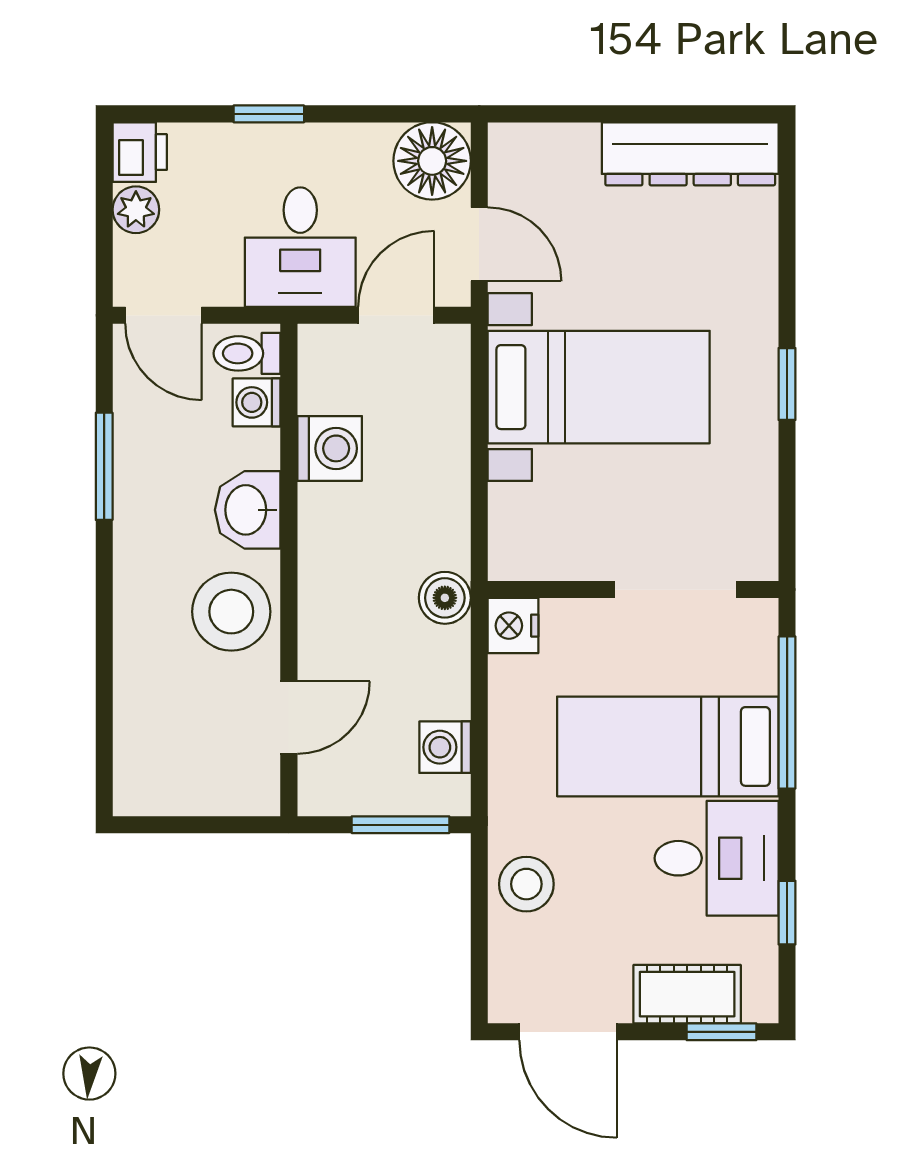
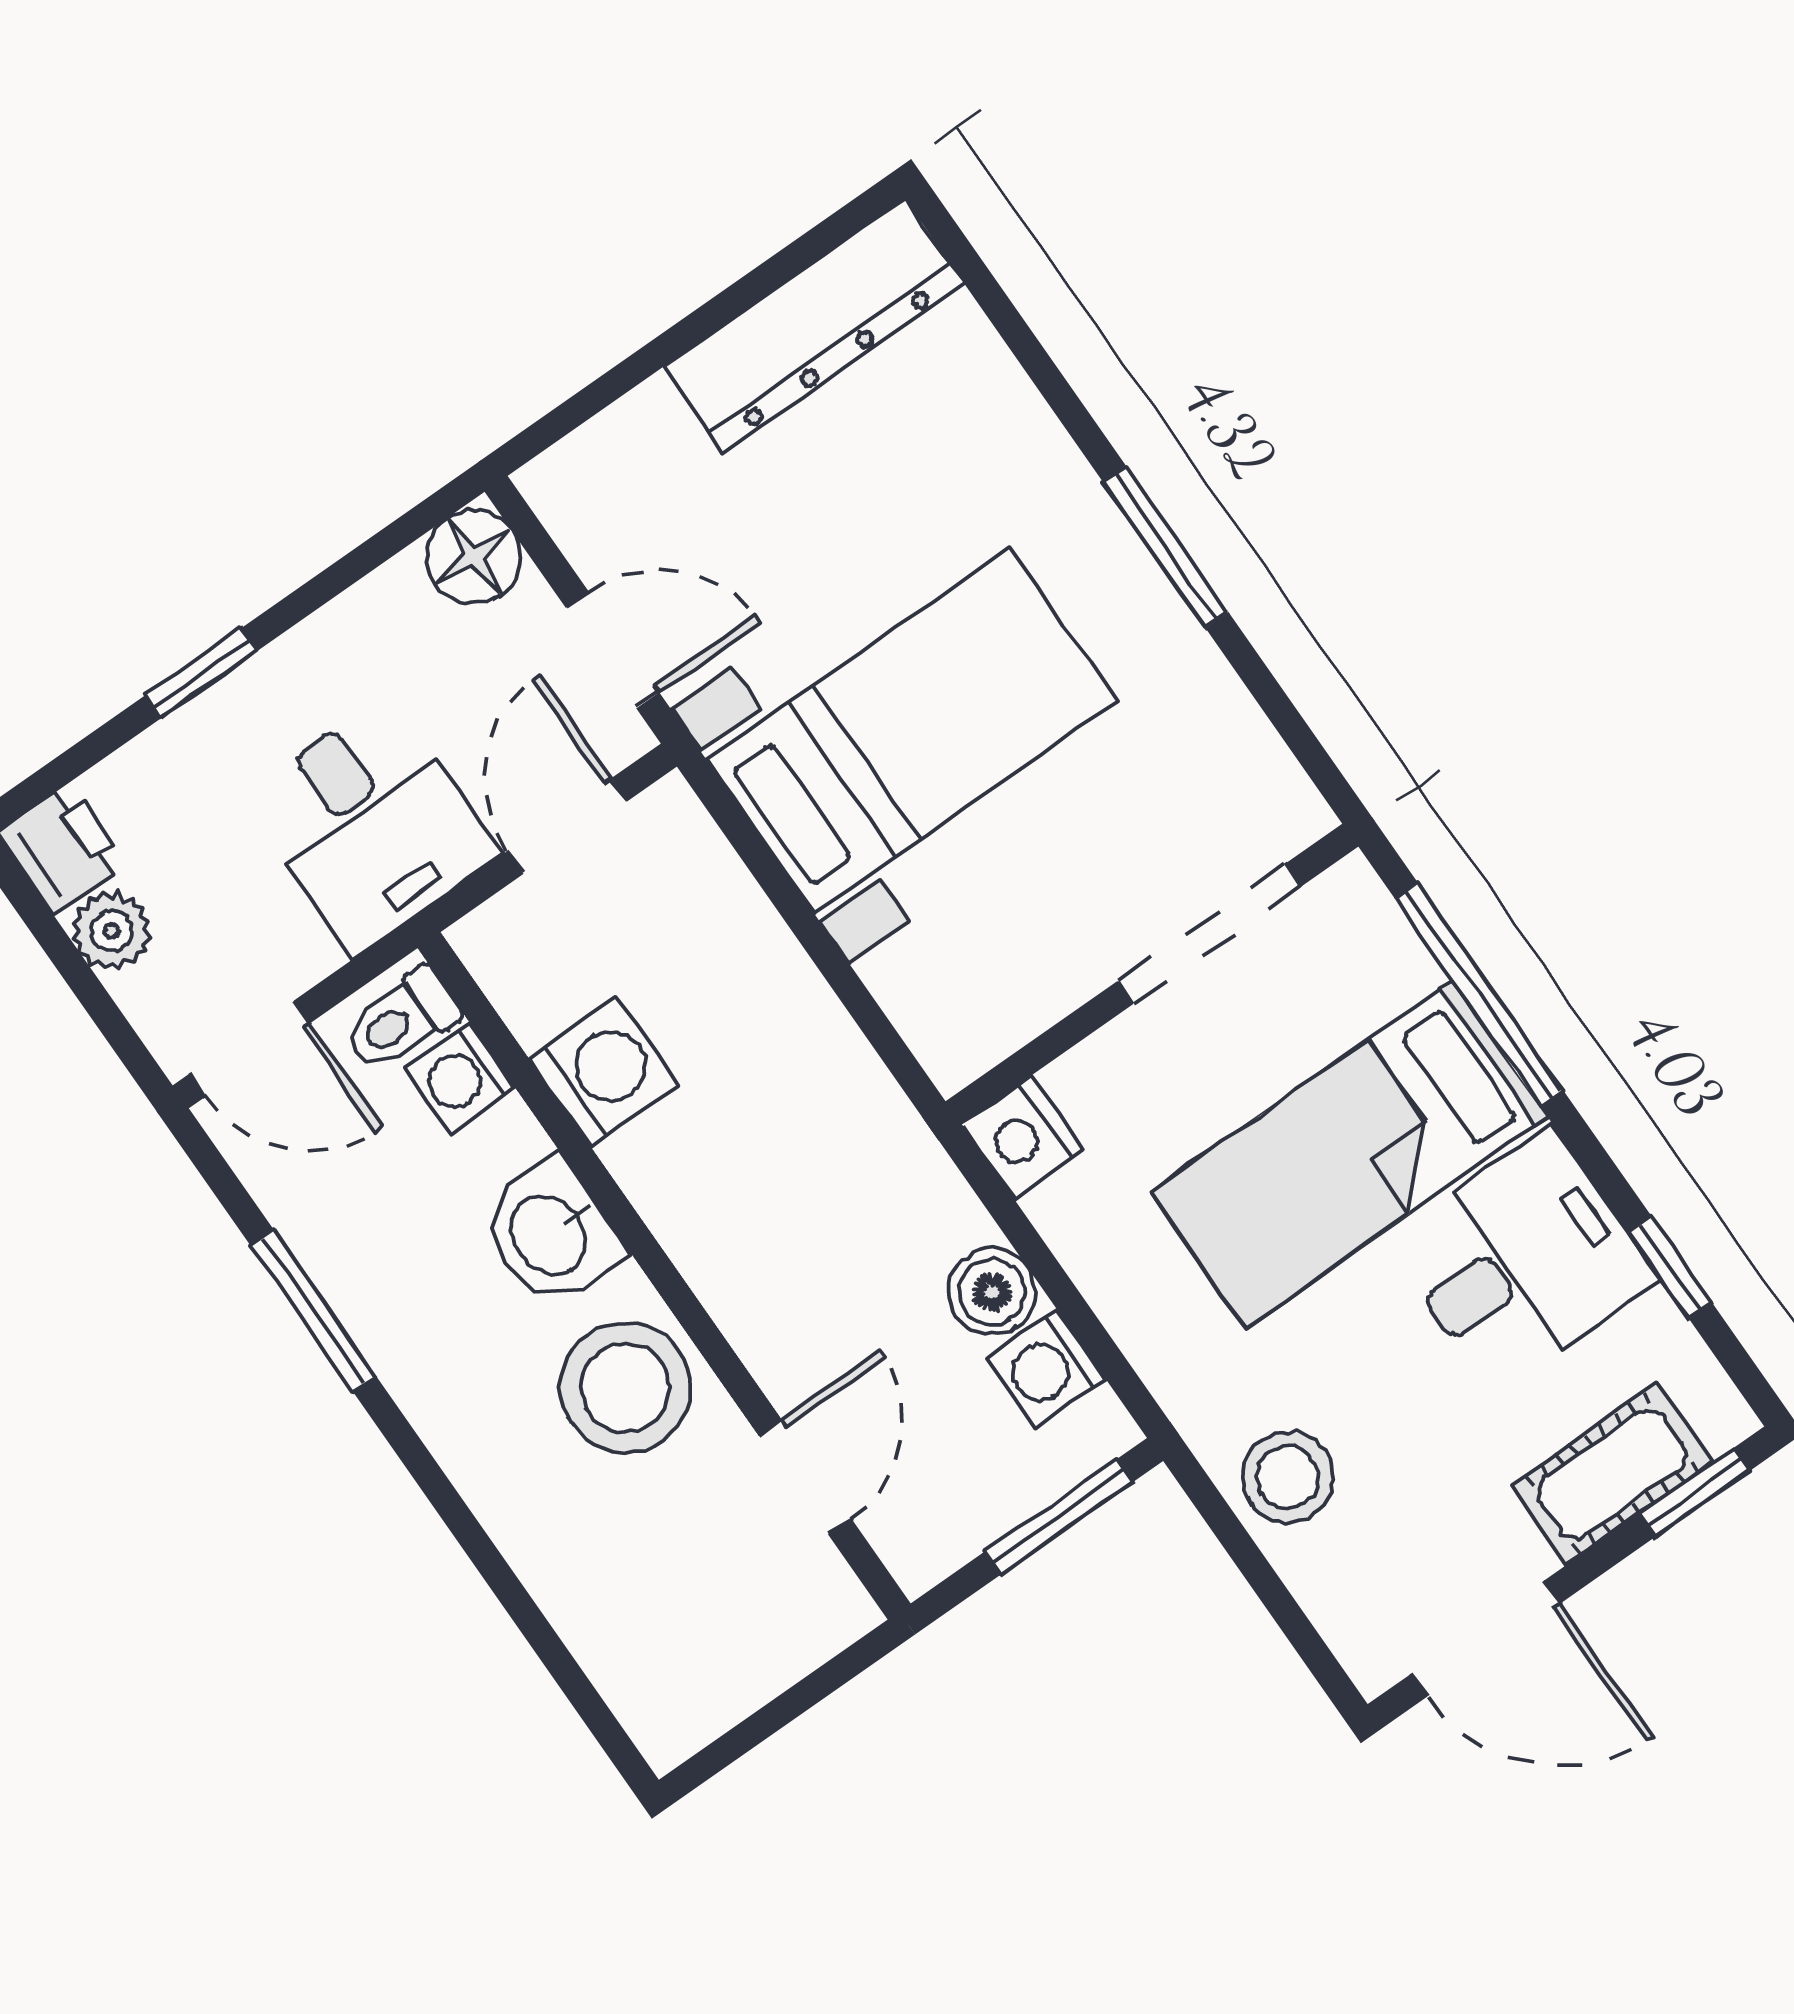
floor lamp: (432, 161) -> (473, 557), width x0.73, depth x0.73
window: (787, 384) -> (1166, 547), width x1.50
boiler: (445, 598) -> (992, 1292), moved

